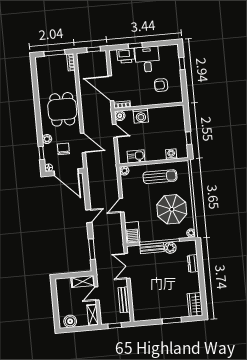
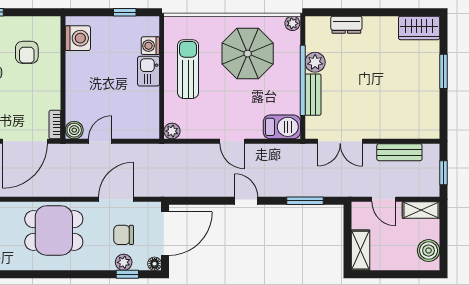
washing machine: (141, 116) -> (78, 38), moved
plant: (47, 139) -> (124, 262), moved
kitchen sink: (136, 156) -> (148, 71), moved
shelving: (83, 282) -> (361, 250), moved

